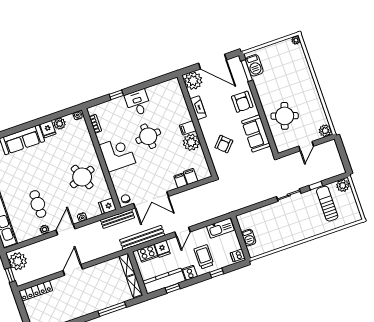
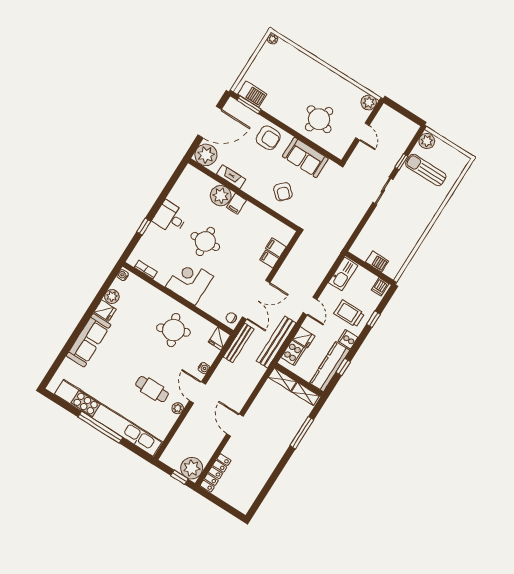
plant: (191, 142) -> (221, 196), moved
plant: (18, 261) -> (192, 468), moved

